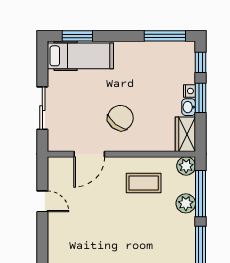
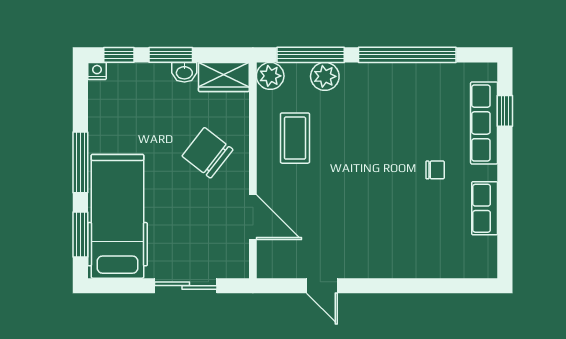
window: (165, 36) -> (80, 162), moved
hospital bed: (80, 56) -> (117, 216), width x1.37, depth x1.29
nightstand: (189, 91) -> (97, 71), moved
chair: (120, 118) -> (207, 153), moved
door: (42, 201) -> (322, 286), swing flipped

